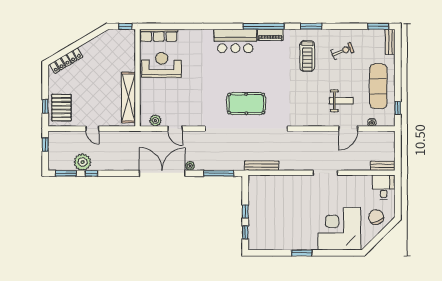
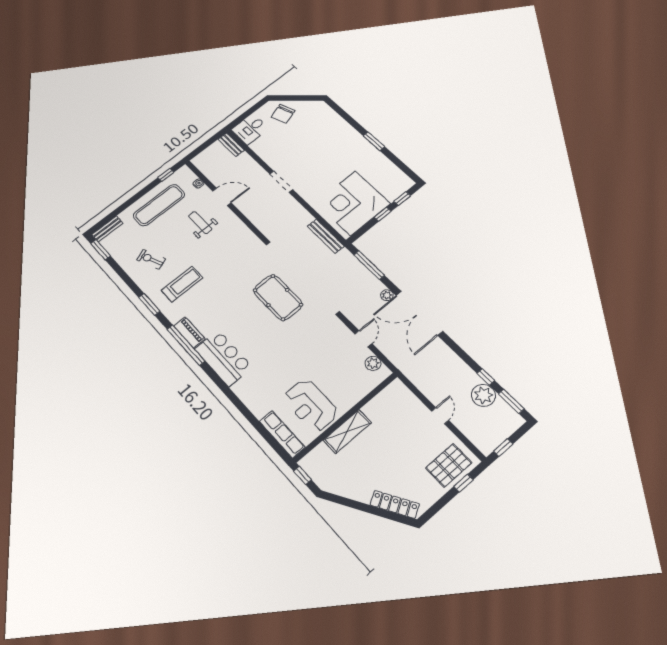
shelving: (128, 97) -> (347, 431), moved, width x0.68
corner desk: (339, 229) -> (353, 203), moved, turned 90

